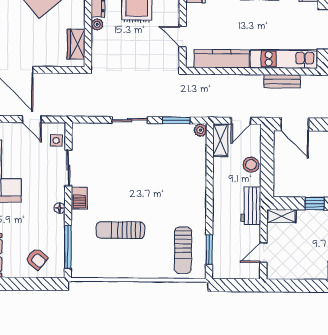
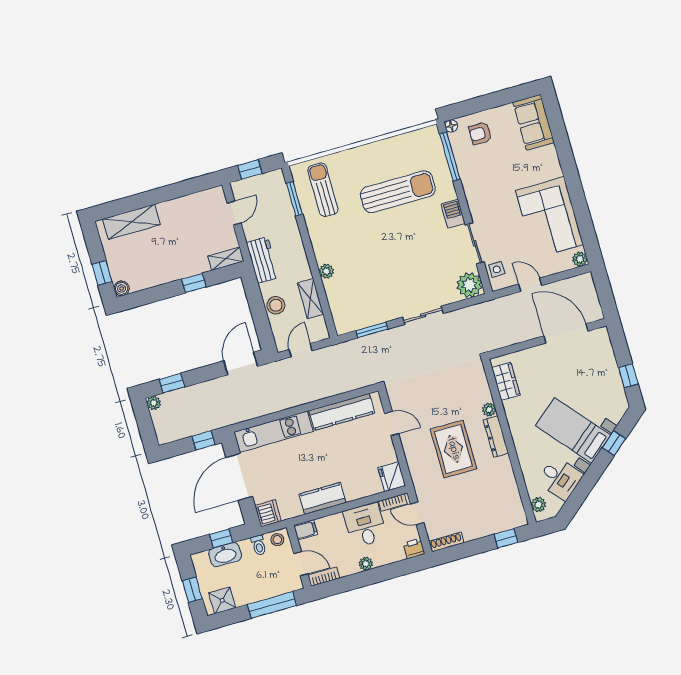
bench: (282, 81) -> (269, 406), removed
door: (295, 124) -> (241, 364), hinge flipped
plant: (200, 130) -> (326, 271), moved
plant: (83, 134) -> (469, 285), added
shelving: (220, 140) -> (310, 299), moved
floor lamp: (60, 208) -> (451, 126), moved
sun lounger: (120, 230) -> (398, 192), width x1.36, depth x1.34
armchair: (37, 259) -> (480, 133), turned -39
window: (239, 285) -> (250, 169), added

